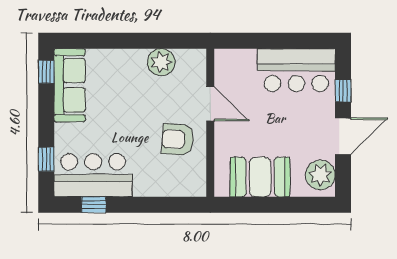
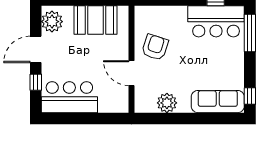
sofa: (70, 85) -> (218, 102), moved, turned 90
armchair: (178, 139) -> (155, 47), turned -76
window: (46, 159) -> (250, 33), width x2.17

